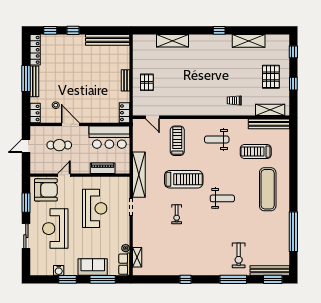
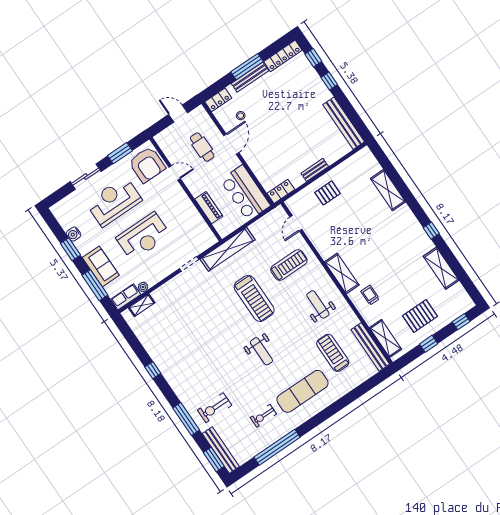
shelving: (207, 109) -> (342, 273), added
reception desk: (95, 208) -> (143, 236), moved
exercise bike: (177, 214) -> (263, 416), moved

